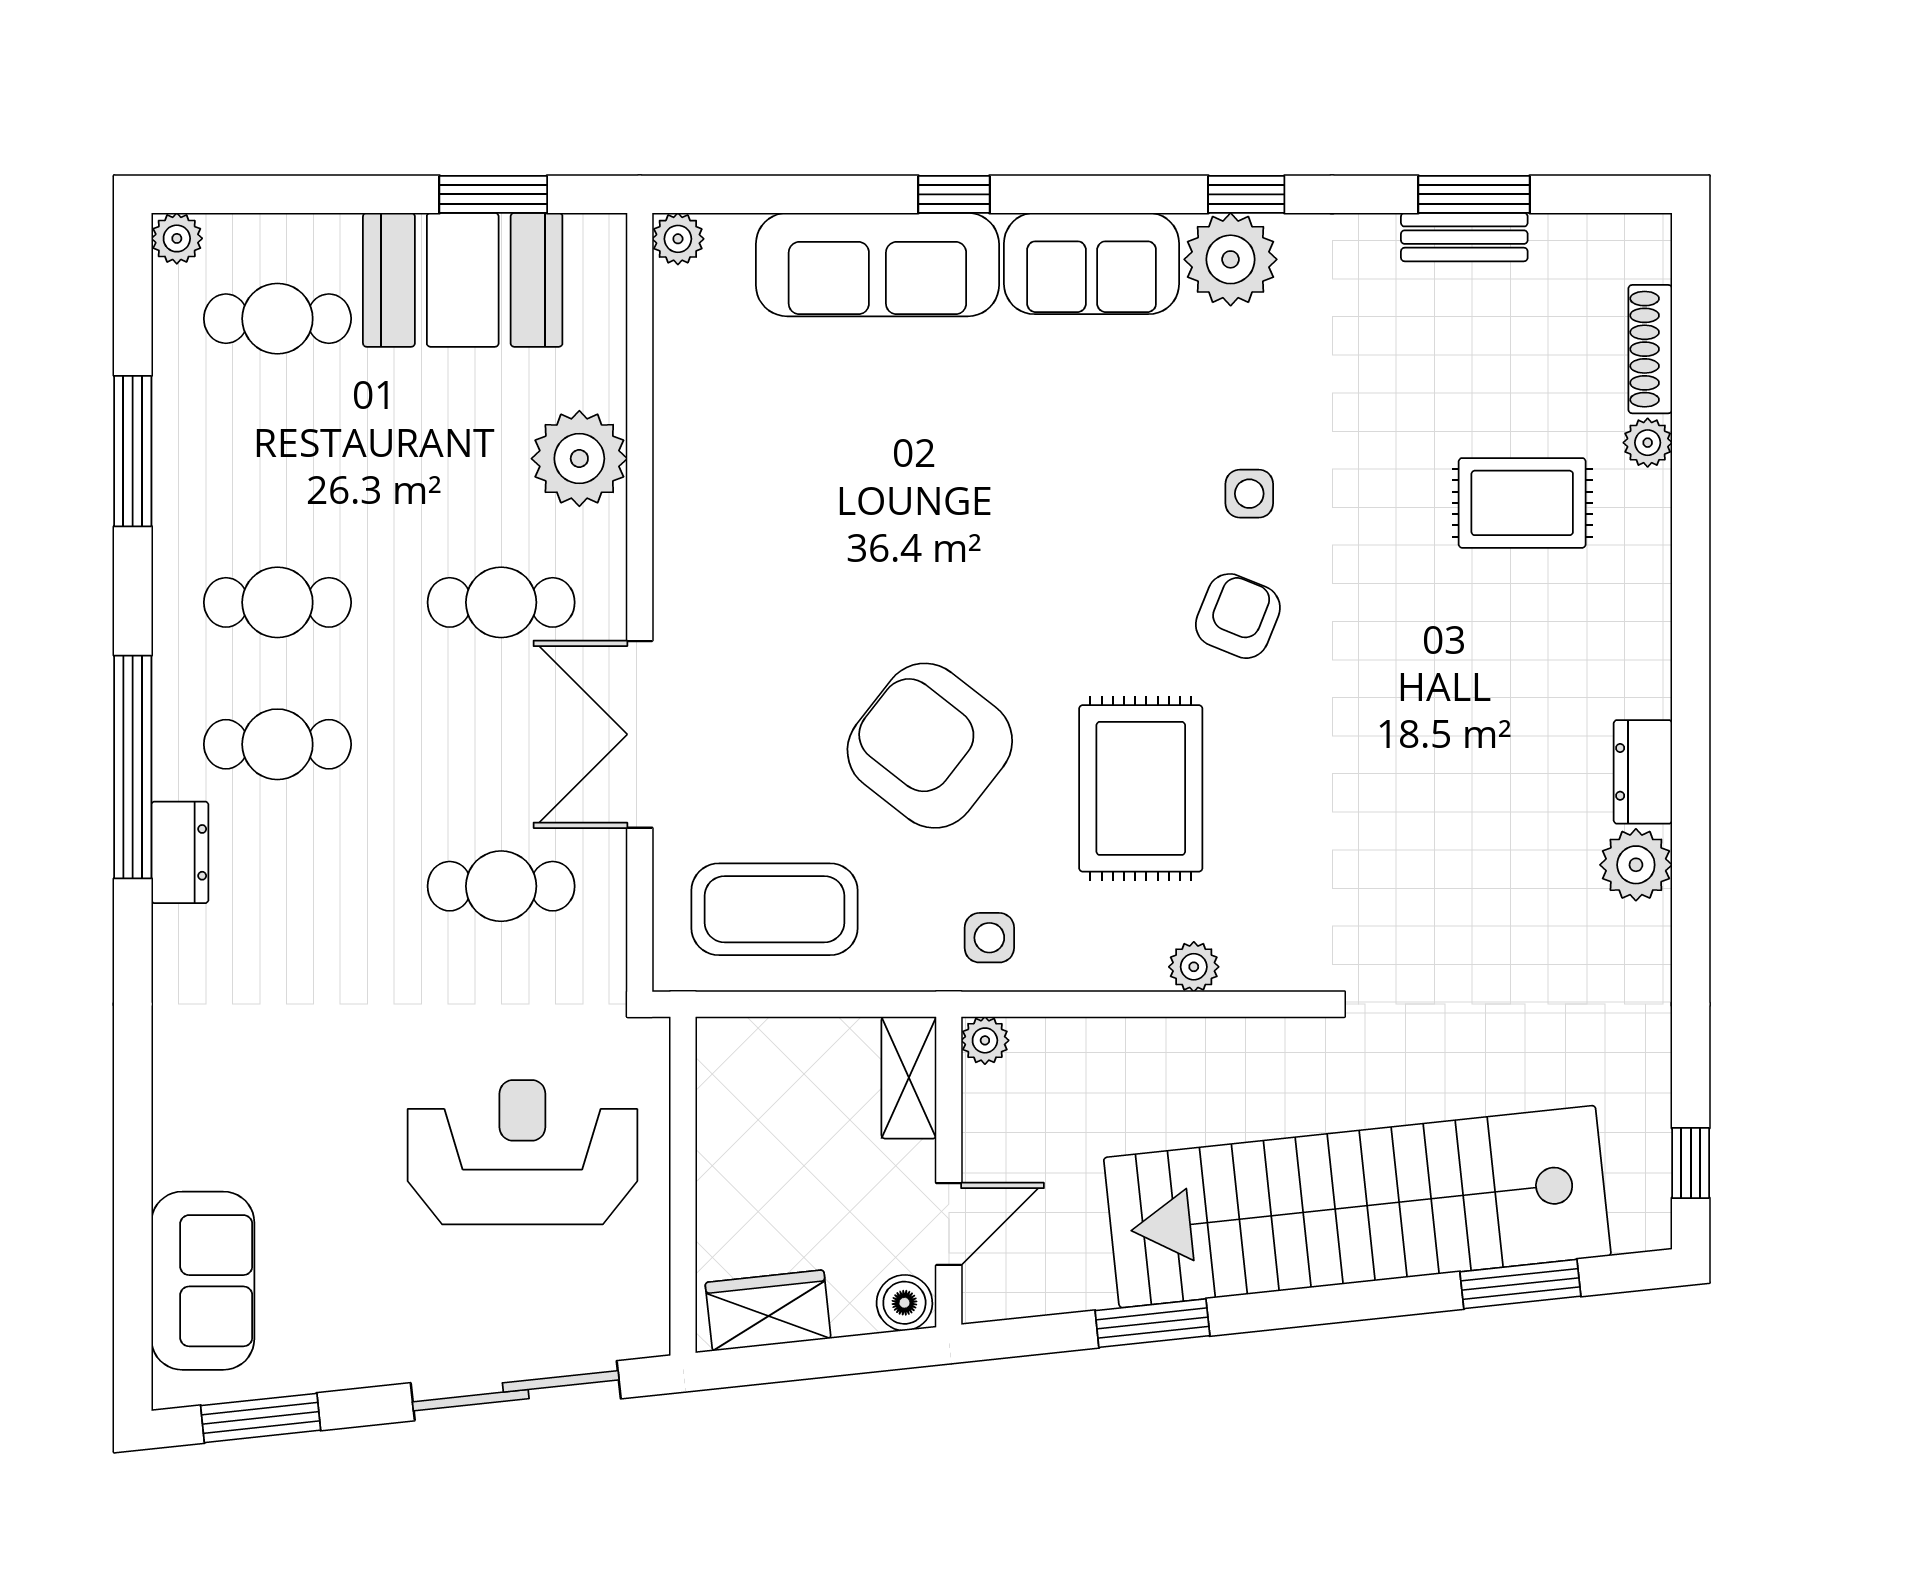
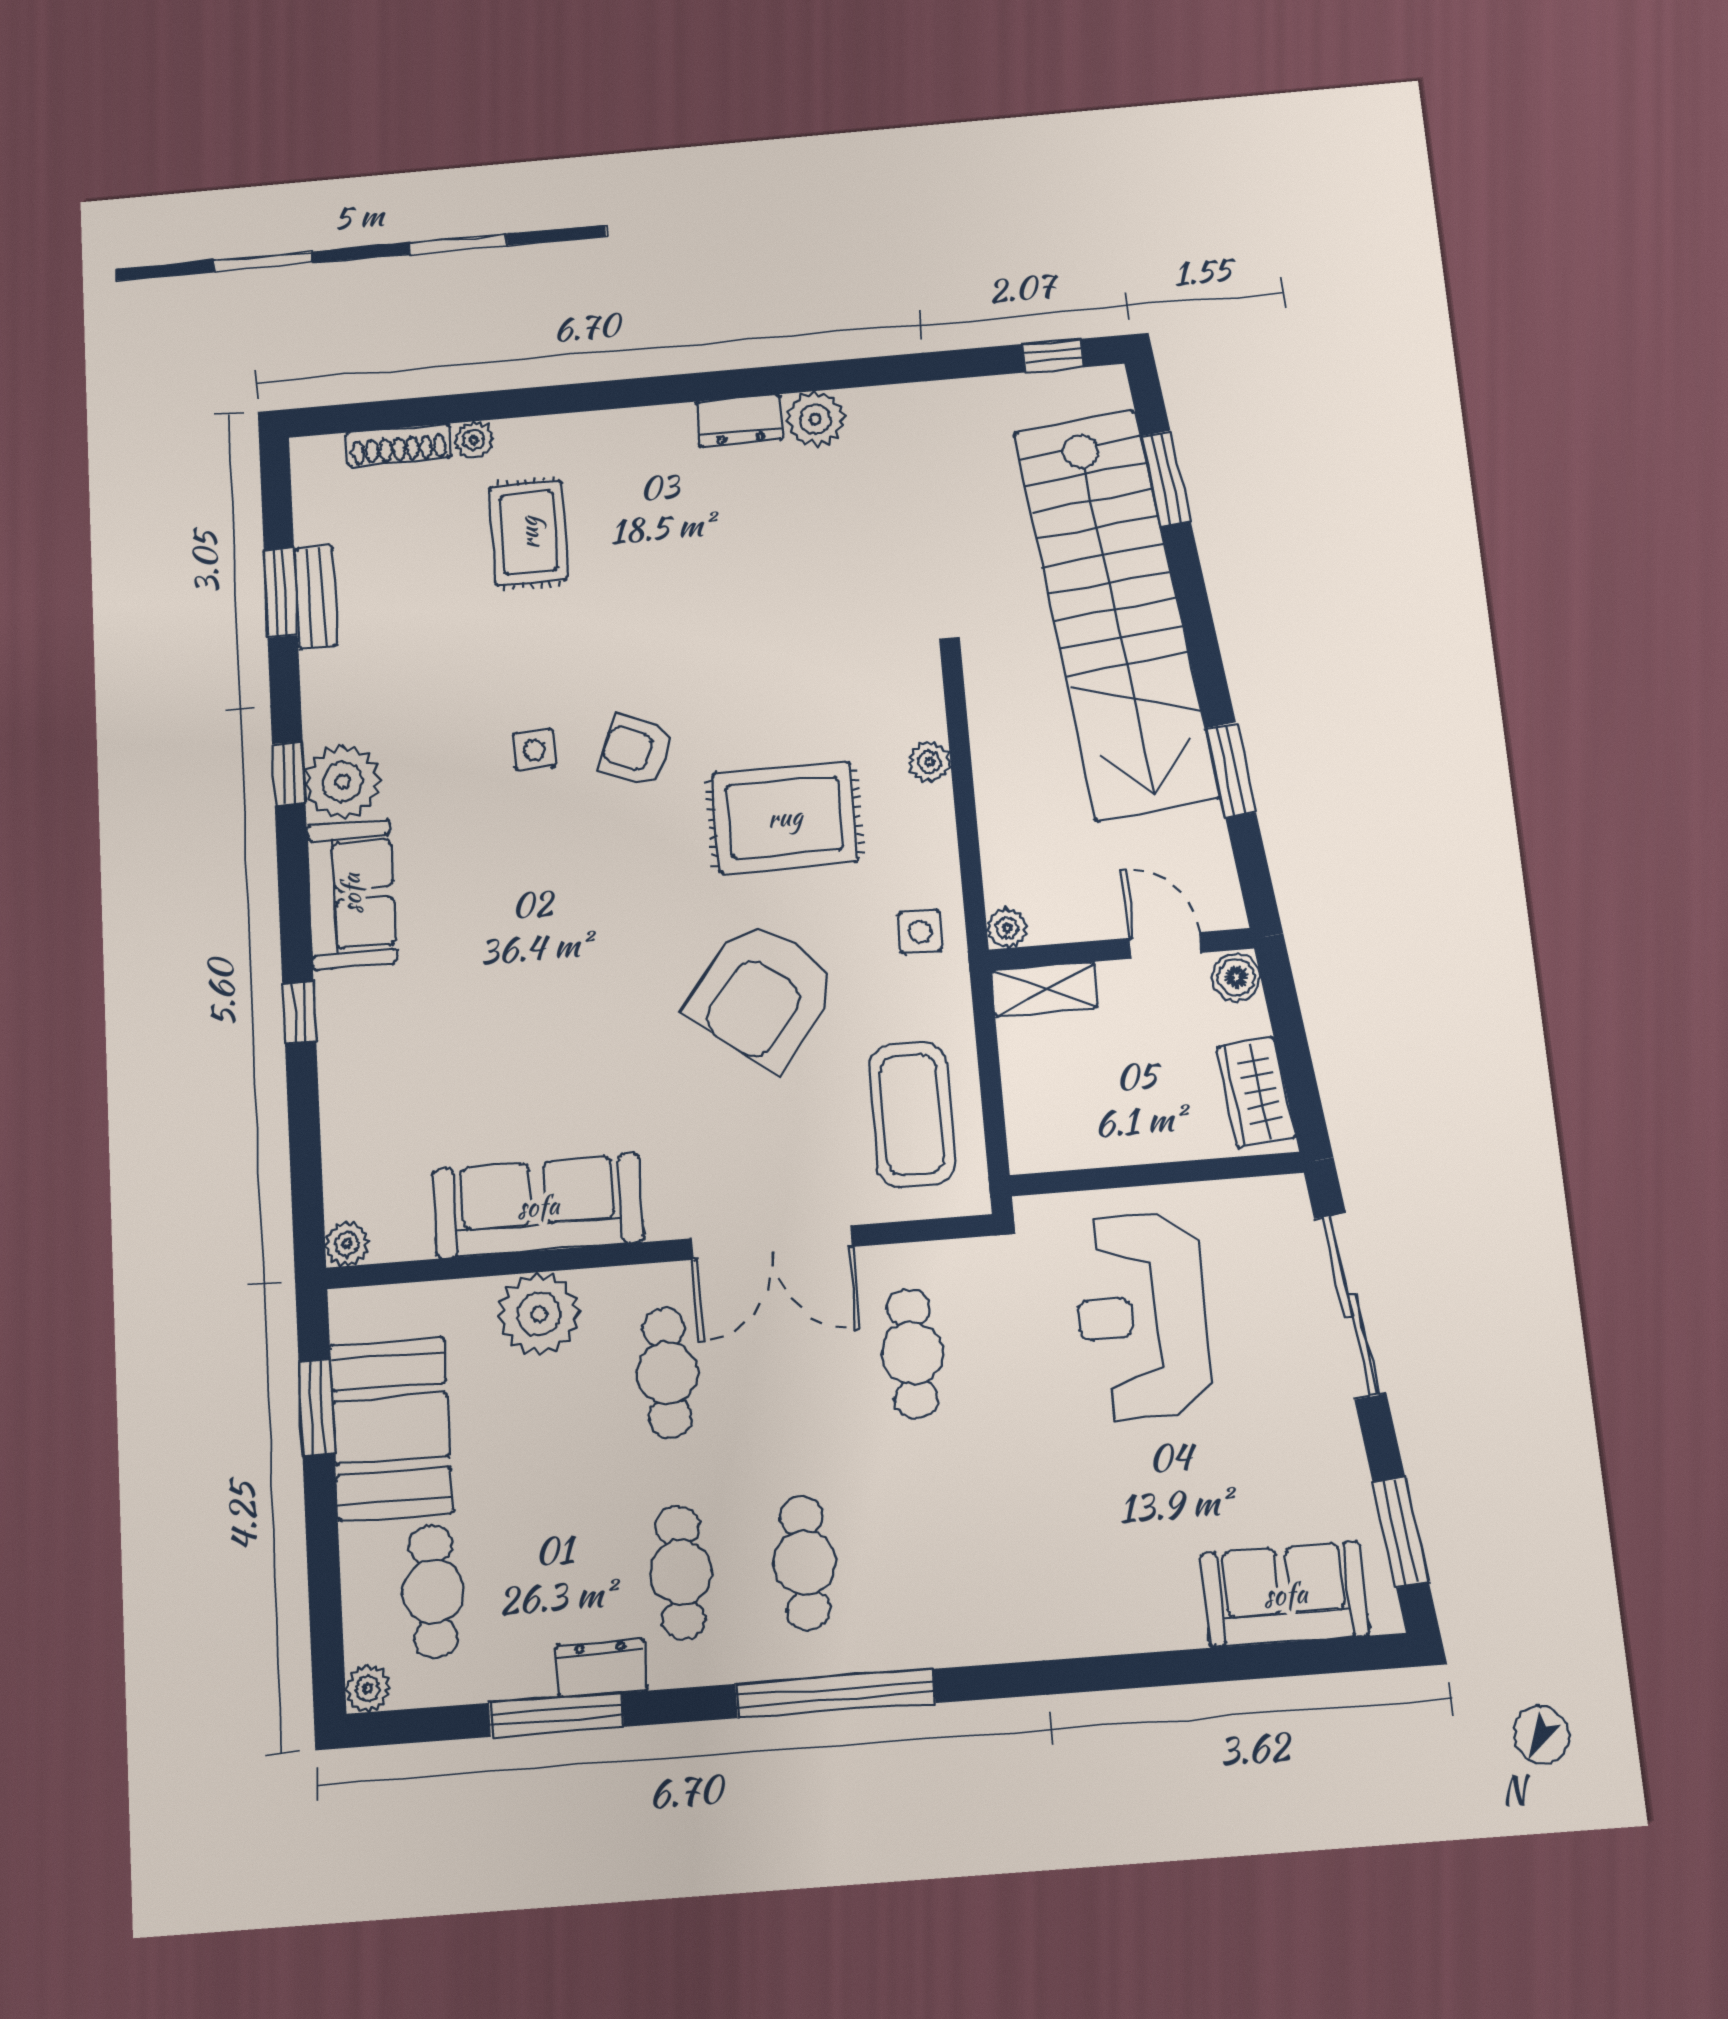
sofa: (877, 265) -> (538, 1206), moved, turned -90
dresser: (180, 852) -> (601, 1668), moved

